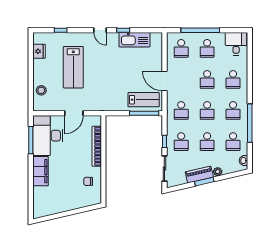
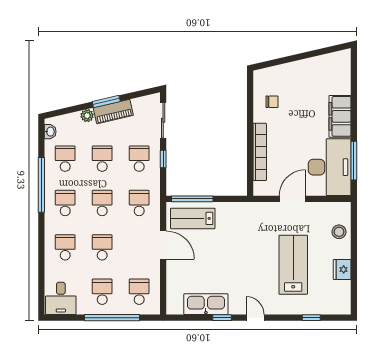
fridge: (39, 51) -> (342, 269), moved

